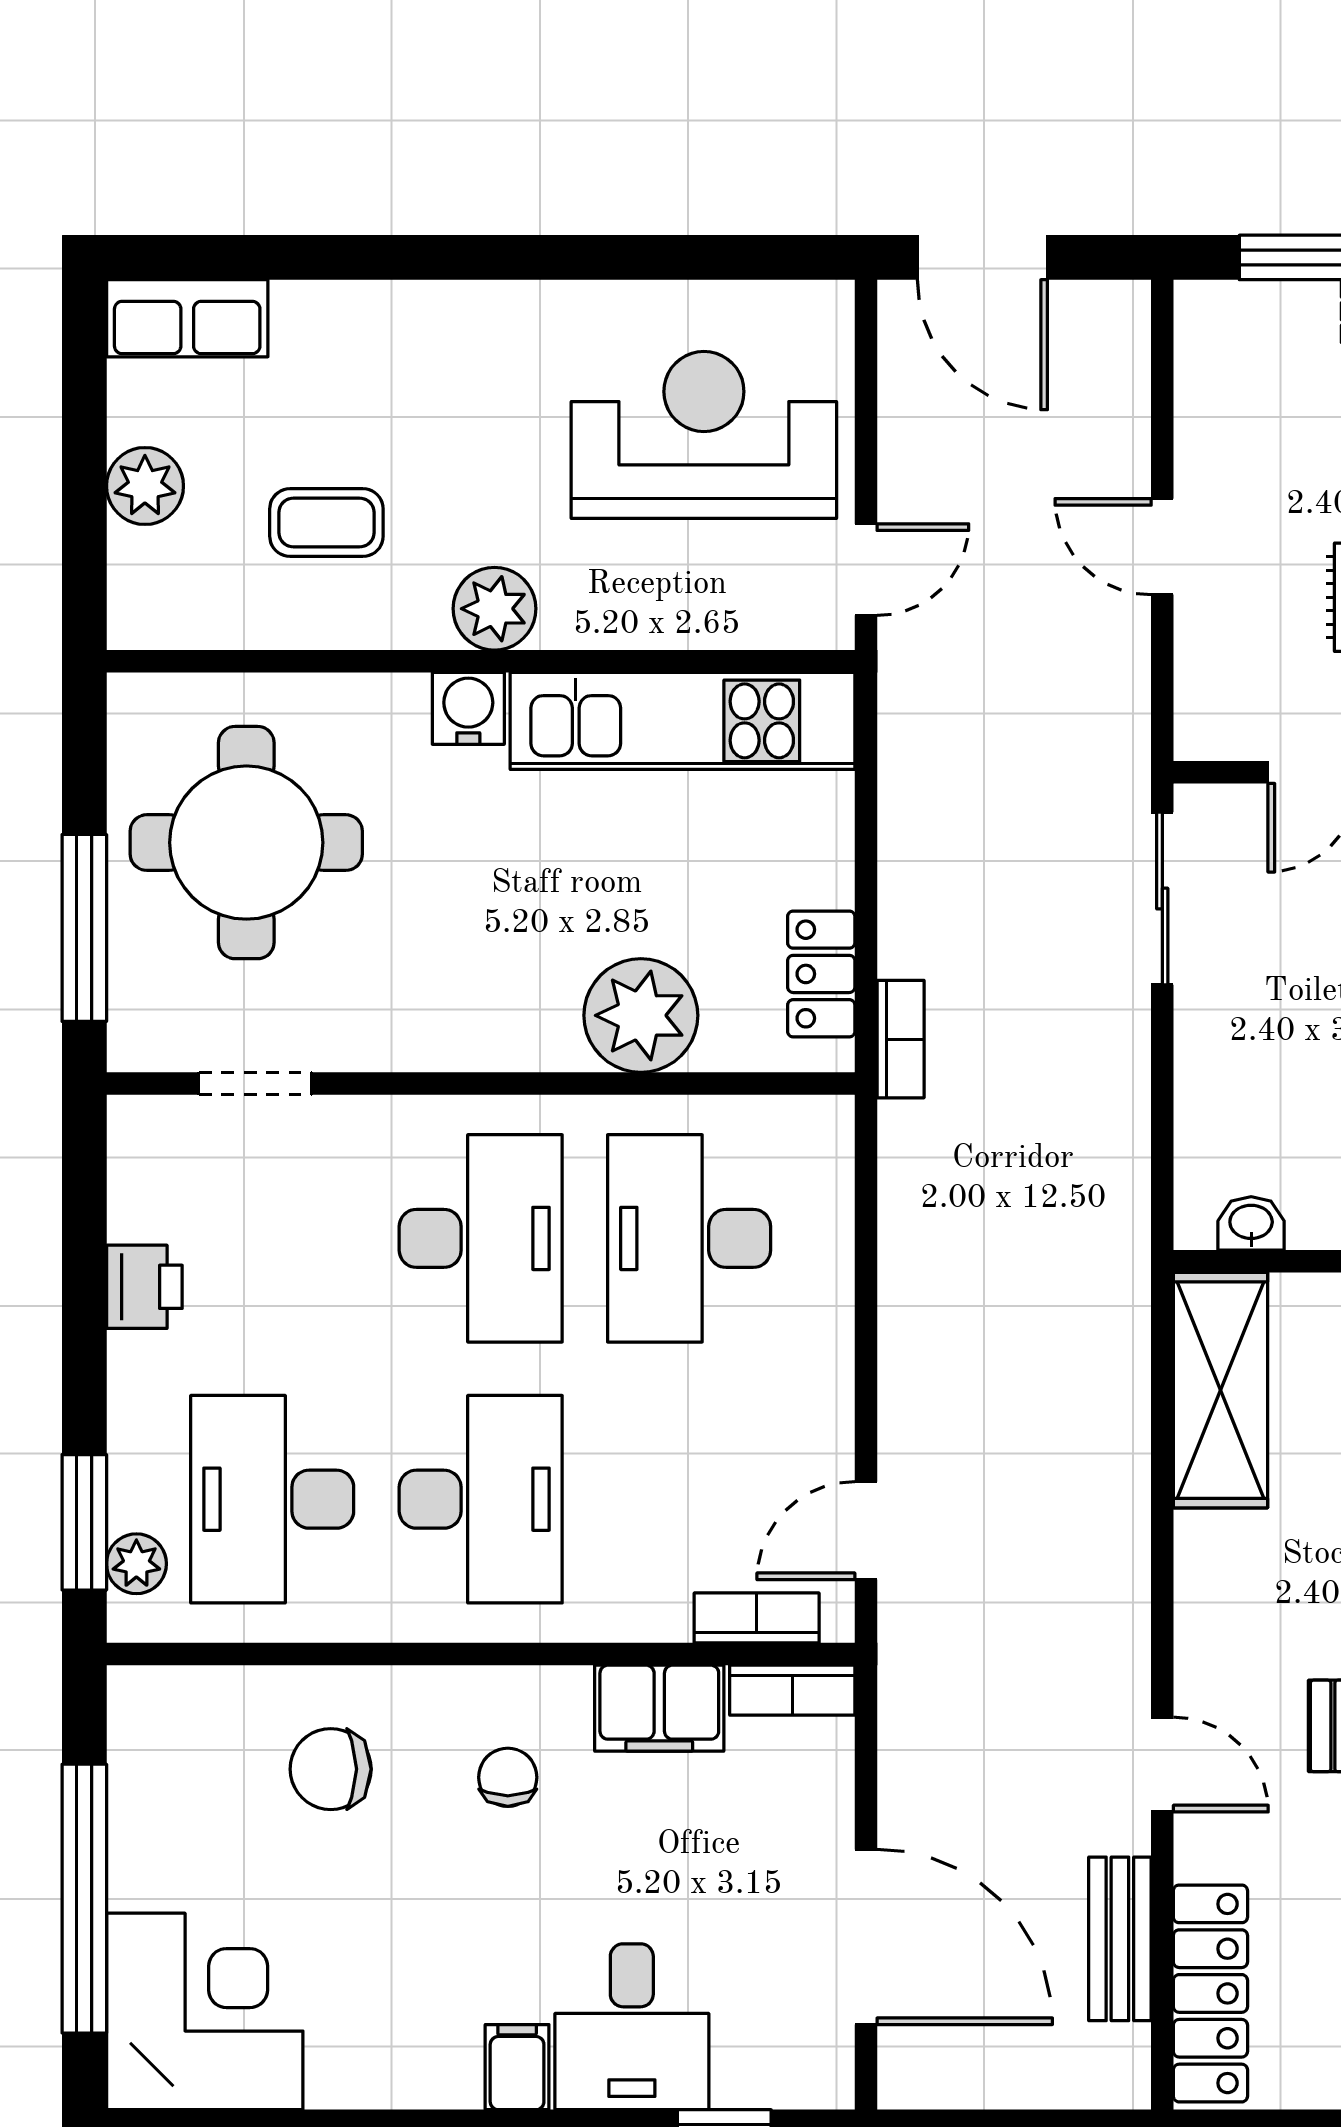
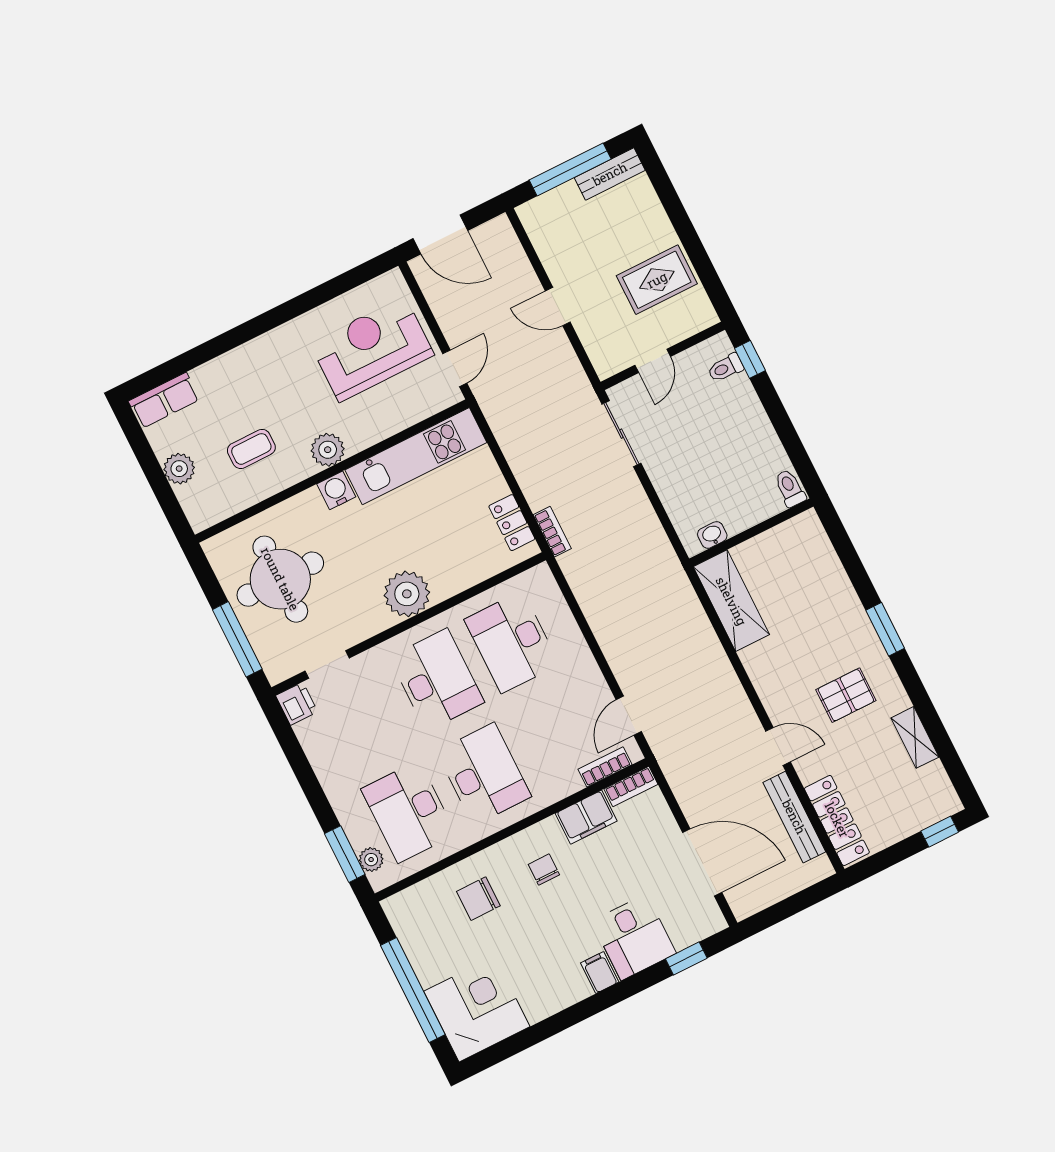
plant: (641, 1015) -> (407, 594), moved
printer: (144, 1287) -> (297, 704), moved
bench: (1120, 1939) -> (794, 817), width x1.36

